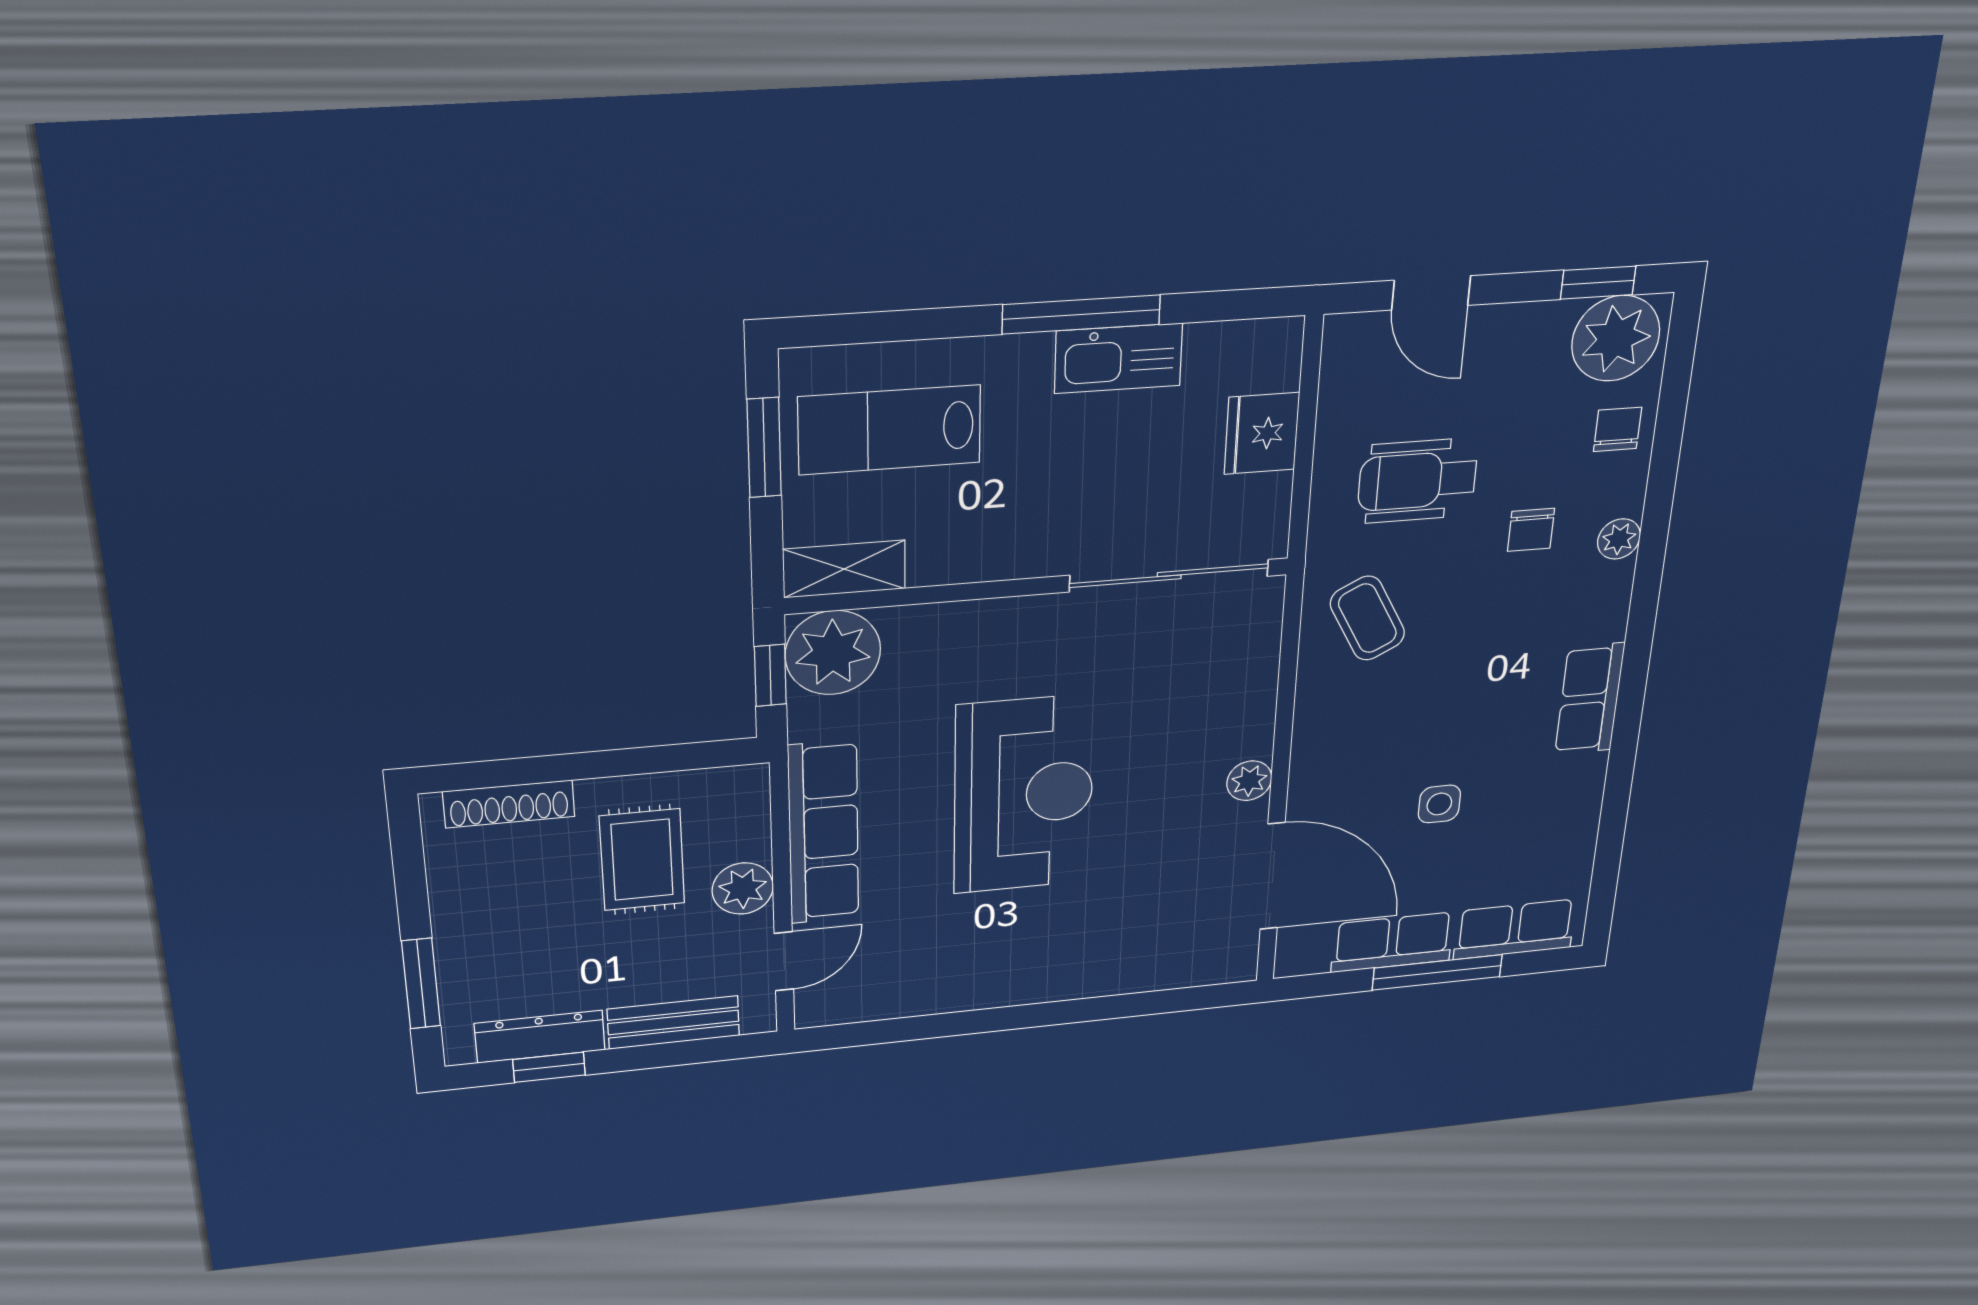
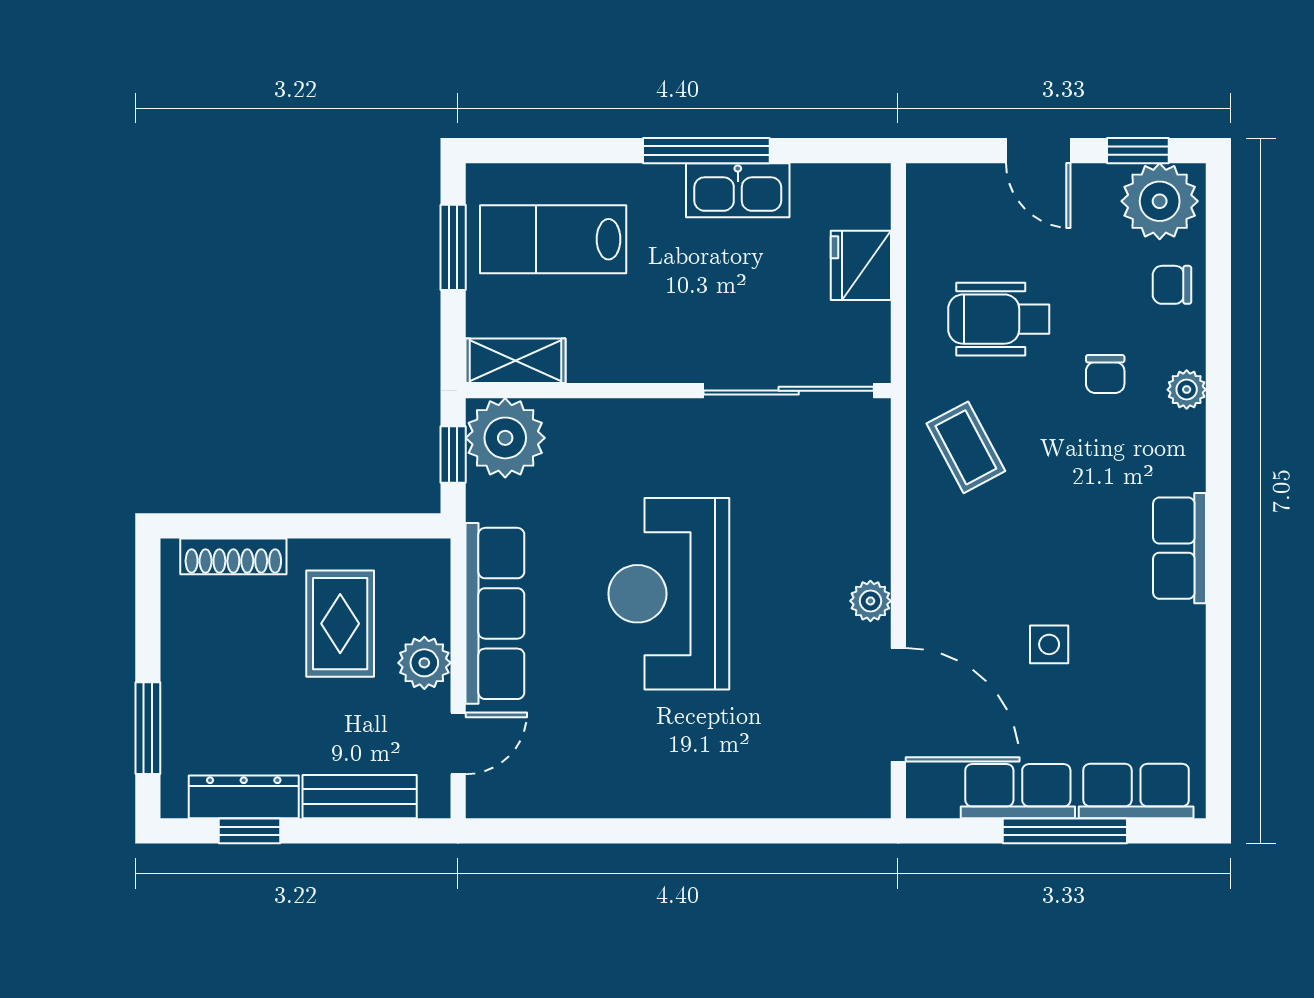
door: (1431, 293) -> (1038, 151), moved
chair: (1618, 429) -> (1172, 285), turned -90
reception desk: (1024, 795) -> (669, 594), turned 180

